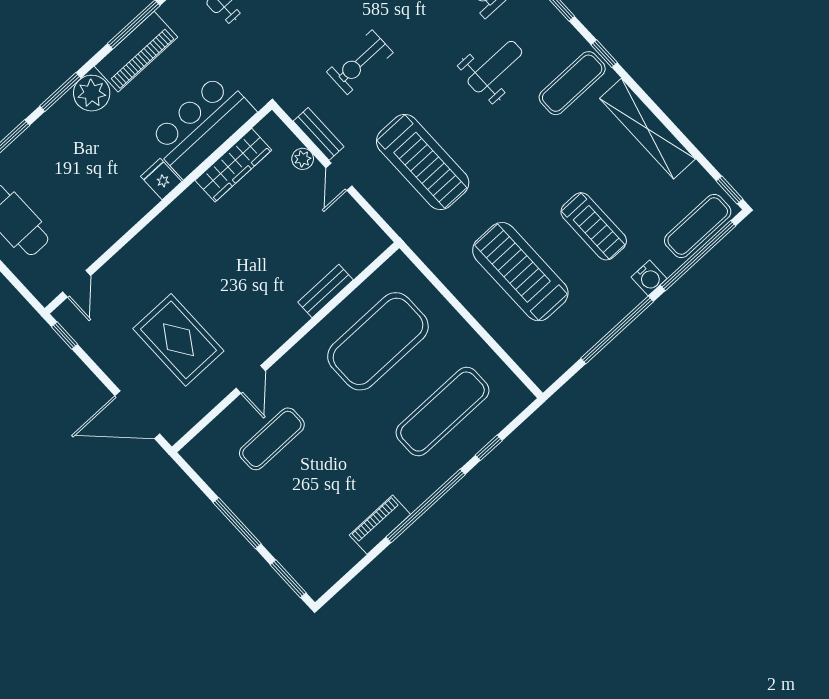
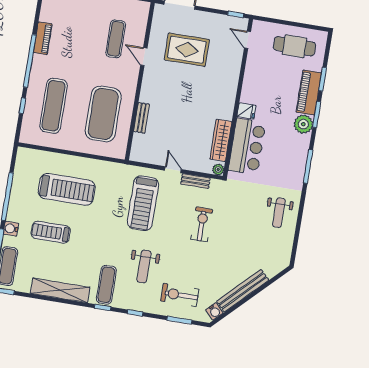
piano: (136, 52) -> (309, 93), moved
plant: (303, 159) -> (218, 169), moved
treadmill: (423, 162) -> (143, 203), turned -90

